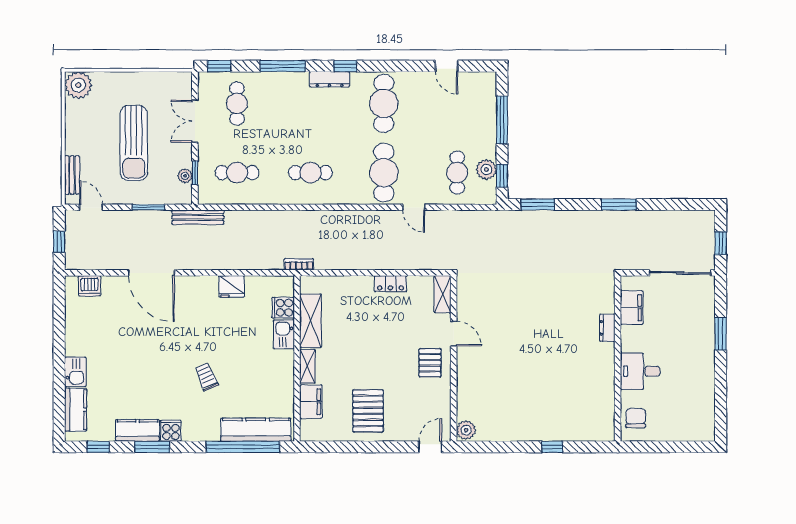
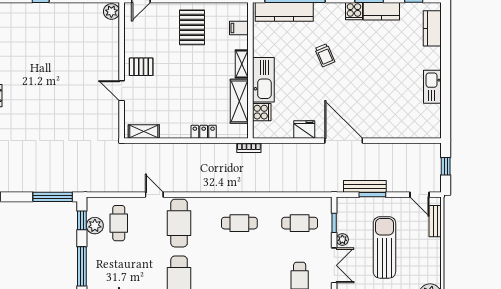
plant: (185, 176) -> (342, 240), moved
window: (538, 205) -> (53, 197), width x1.44
bench: (198, 217) -> (365, 186), moved
door: (152, 273) -> (344, 141), moved
locker: (390, 284) -> (204, 132), moved
dishwasher: (90, 286) -> (421, 130), removed
shelving: (443, 294) -> (144, 132), moved, turned 90
kitchen sink: (284, 334) -> (263, 80), width x1.88, depth x1.24
pallet: (430, 363) -> (141, 67), turned 90
kitchen sink: (75, 372) -> (432, 87), moved, width x1.38
filing cabinet: (311, 402) -> (239, 28), width x0.50

